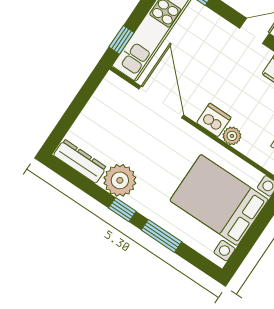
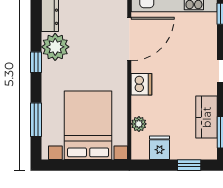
plant: (232, 136) -> (139, 124), moved
window: (161, 236) -> (36, 120), moved

